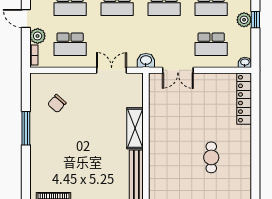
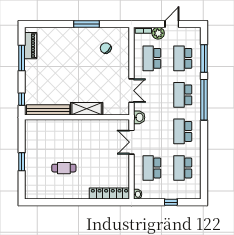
plant: (244, 20) -> (171, 194), removed

